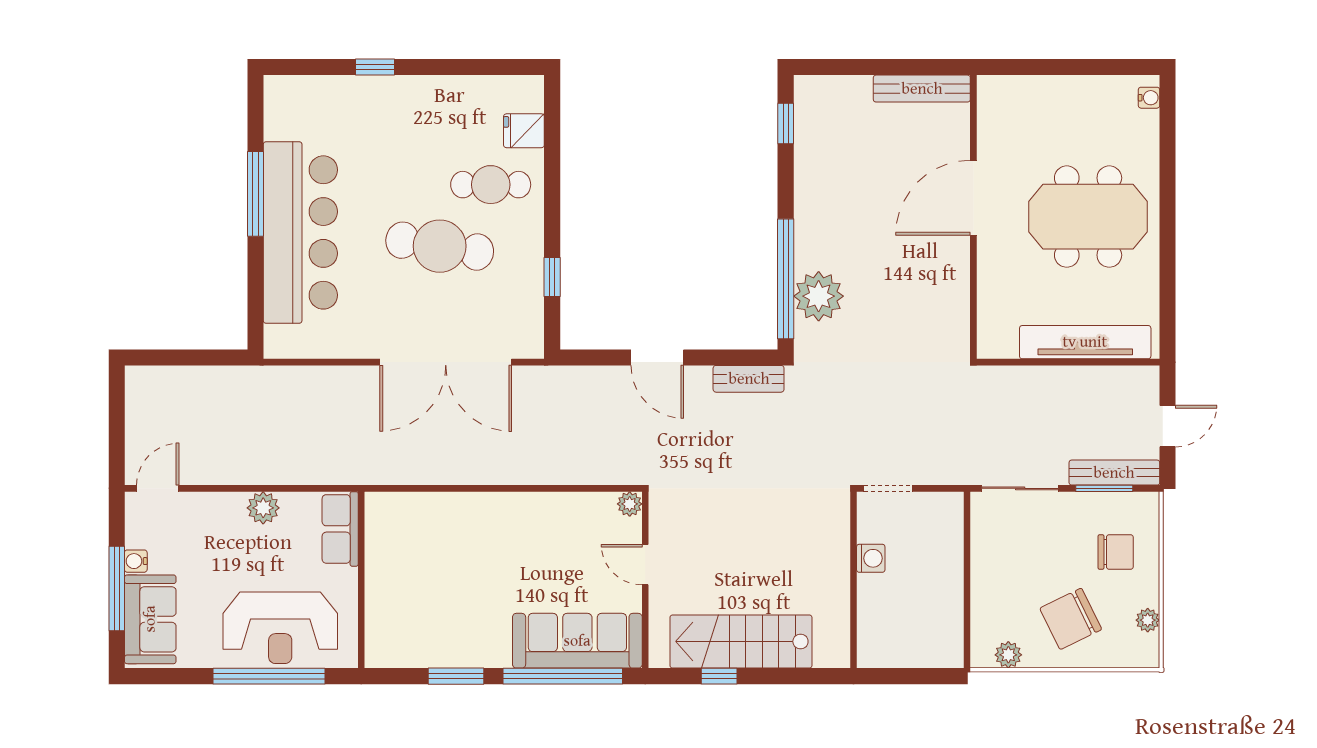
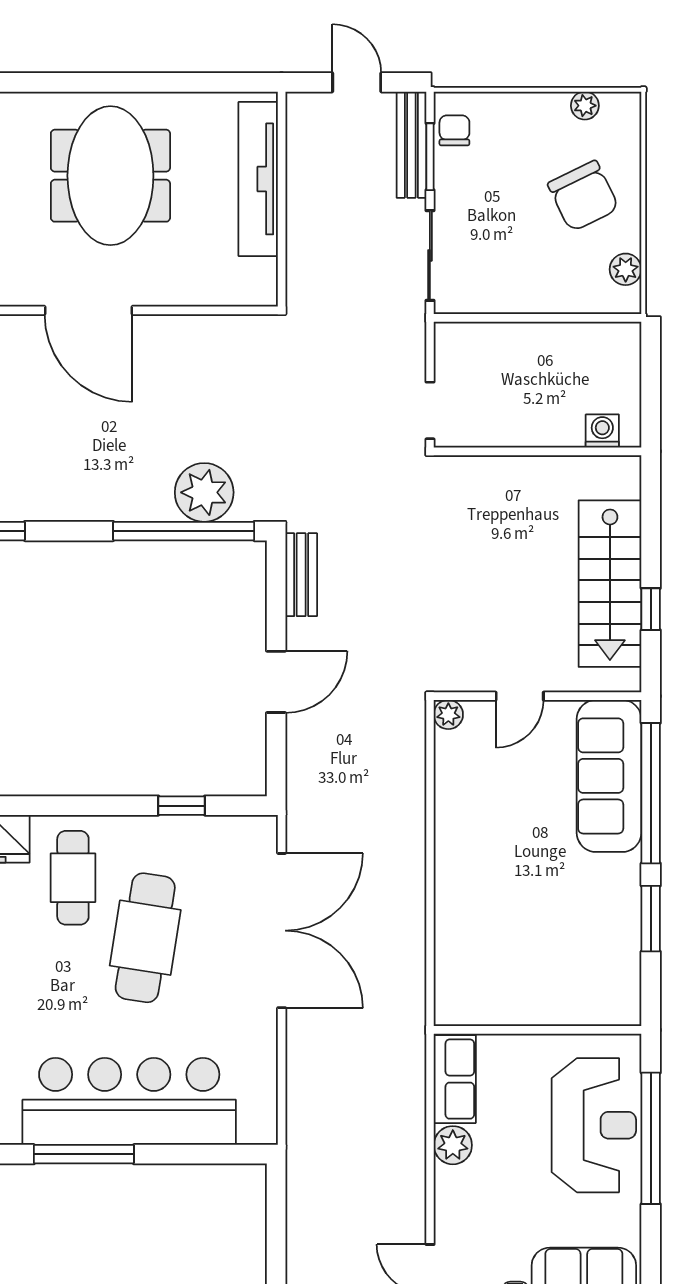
row of seats: (340, 529) -> (455, 1079), moved, turned -90
chair: (1116, 552) -> (454, 130), moved, width x0.73, depth x0.73
washing machine: (871, 558) -> (602, 431), moved

